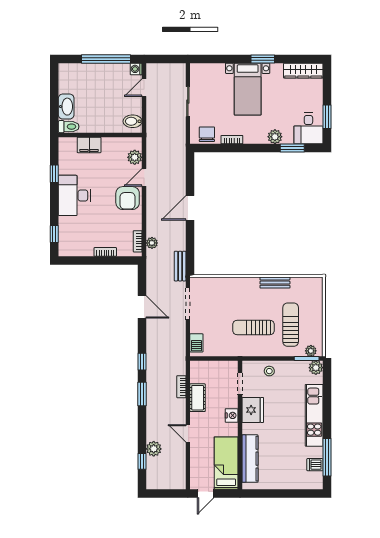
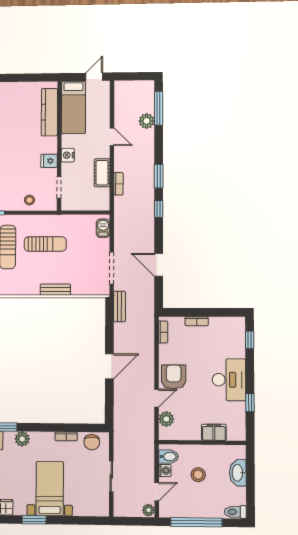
washing machine: (136, 69) -> (165, 471), moved
stool: (104, 104) -> (198, 475), added
toilet: (69, 127) -> (235, 512), moved
plant: (152, 243) -> (148, 510), moved
bench: (275, 283) -> (55, 290), moved
fridge: (253, 410) -> (49, 161), width x0.53, depth x0.75
window: (142, 461) -> (159, 108), width x2.17

